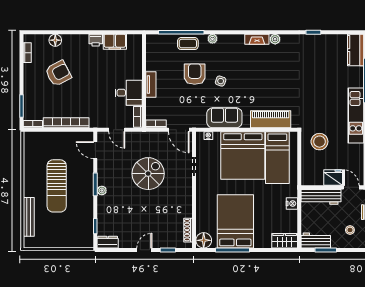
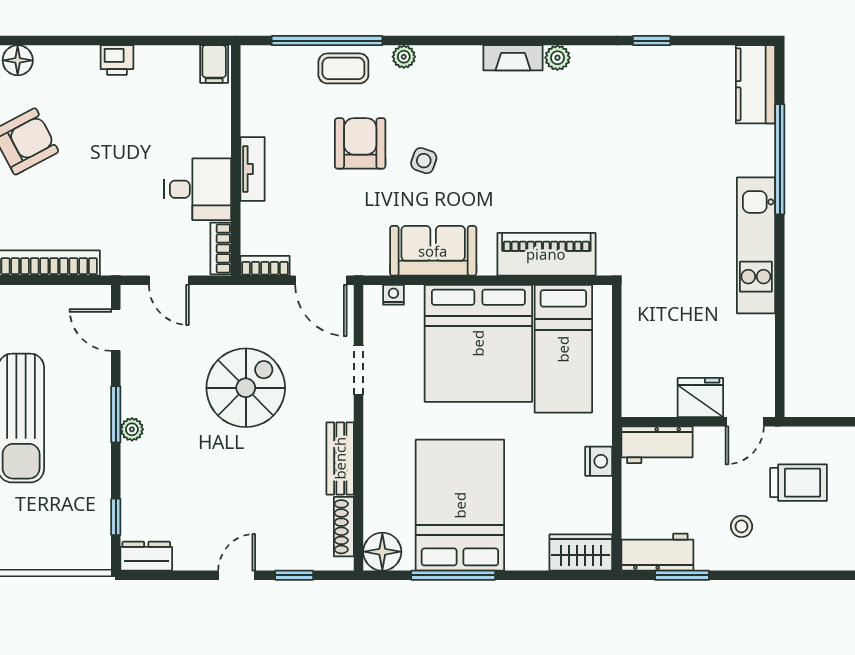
filing cabinet: (115, 42) -> (214, 64), moved, width x0.50
stool: (319, 142) -> (667, 309), removed
door: (351, 187) -> (745, 422), swing flipped
workbench: (321, 197) -> (657, 445), width x0.73
bench: (187, 202) -> (340, 458), added

